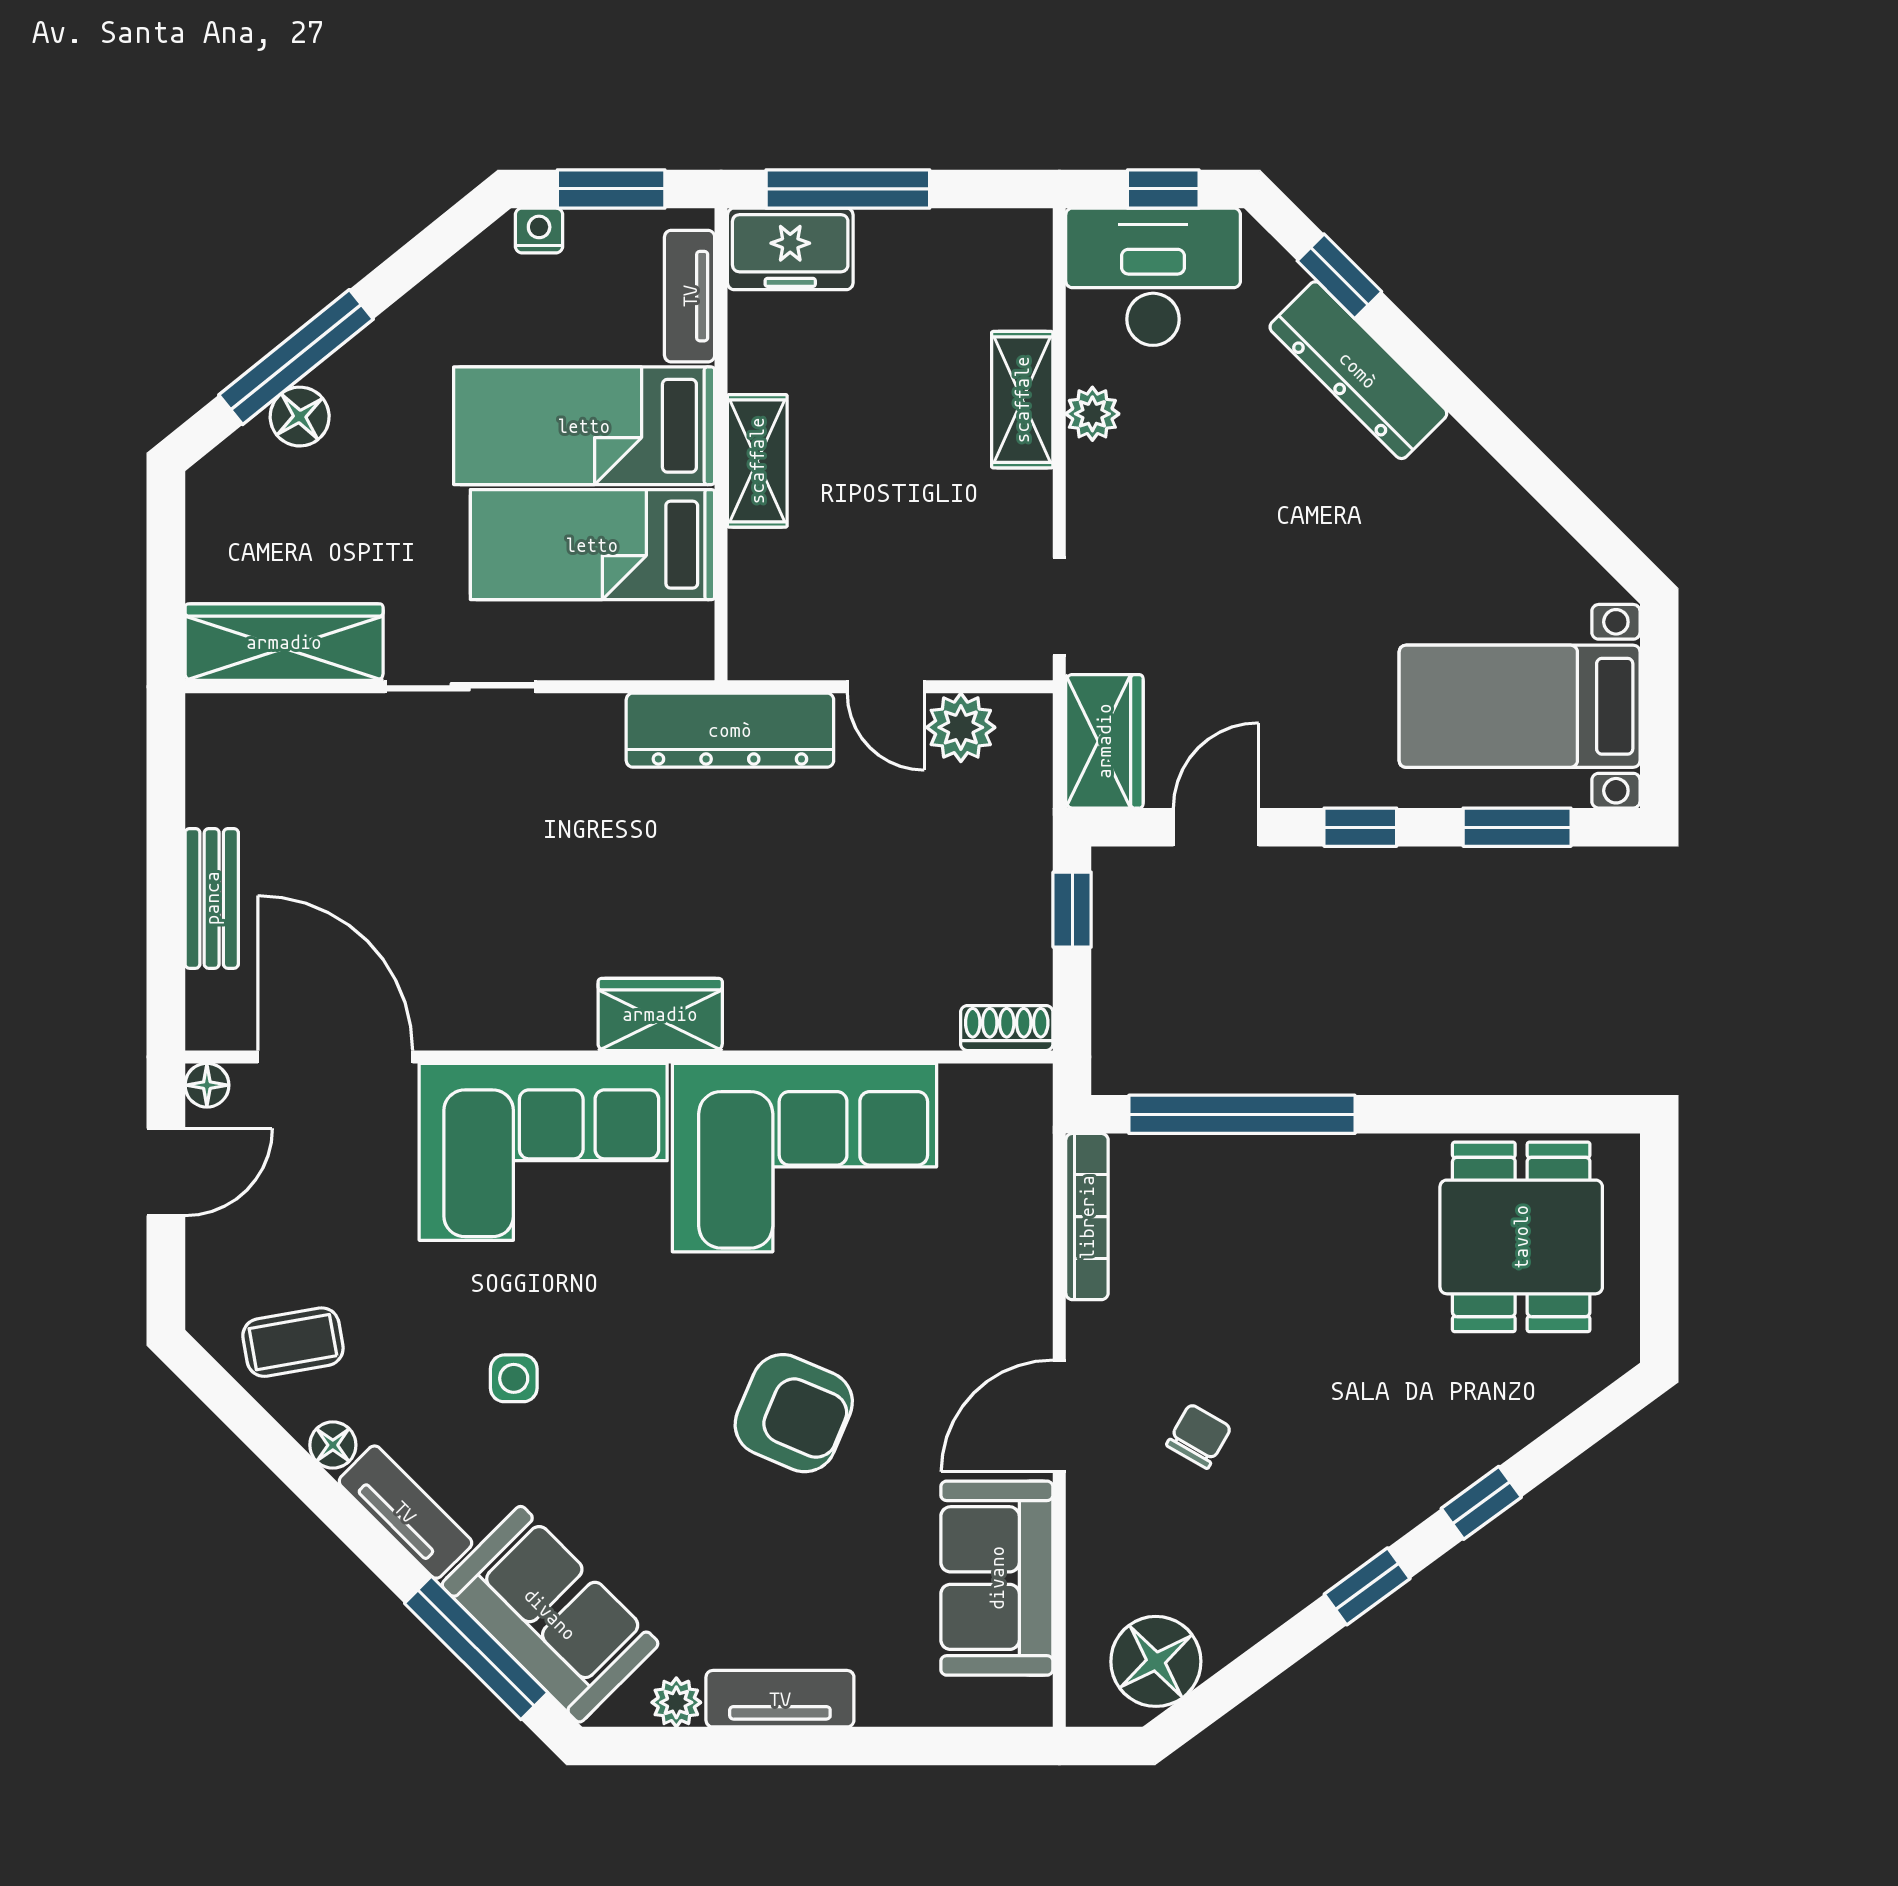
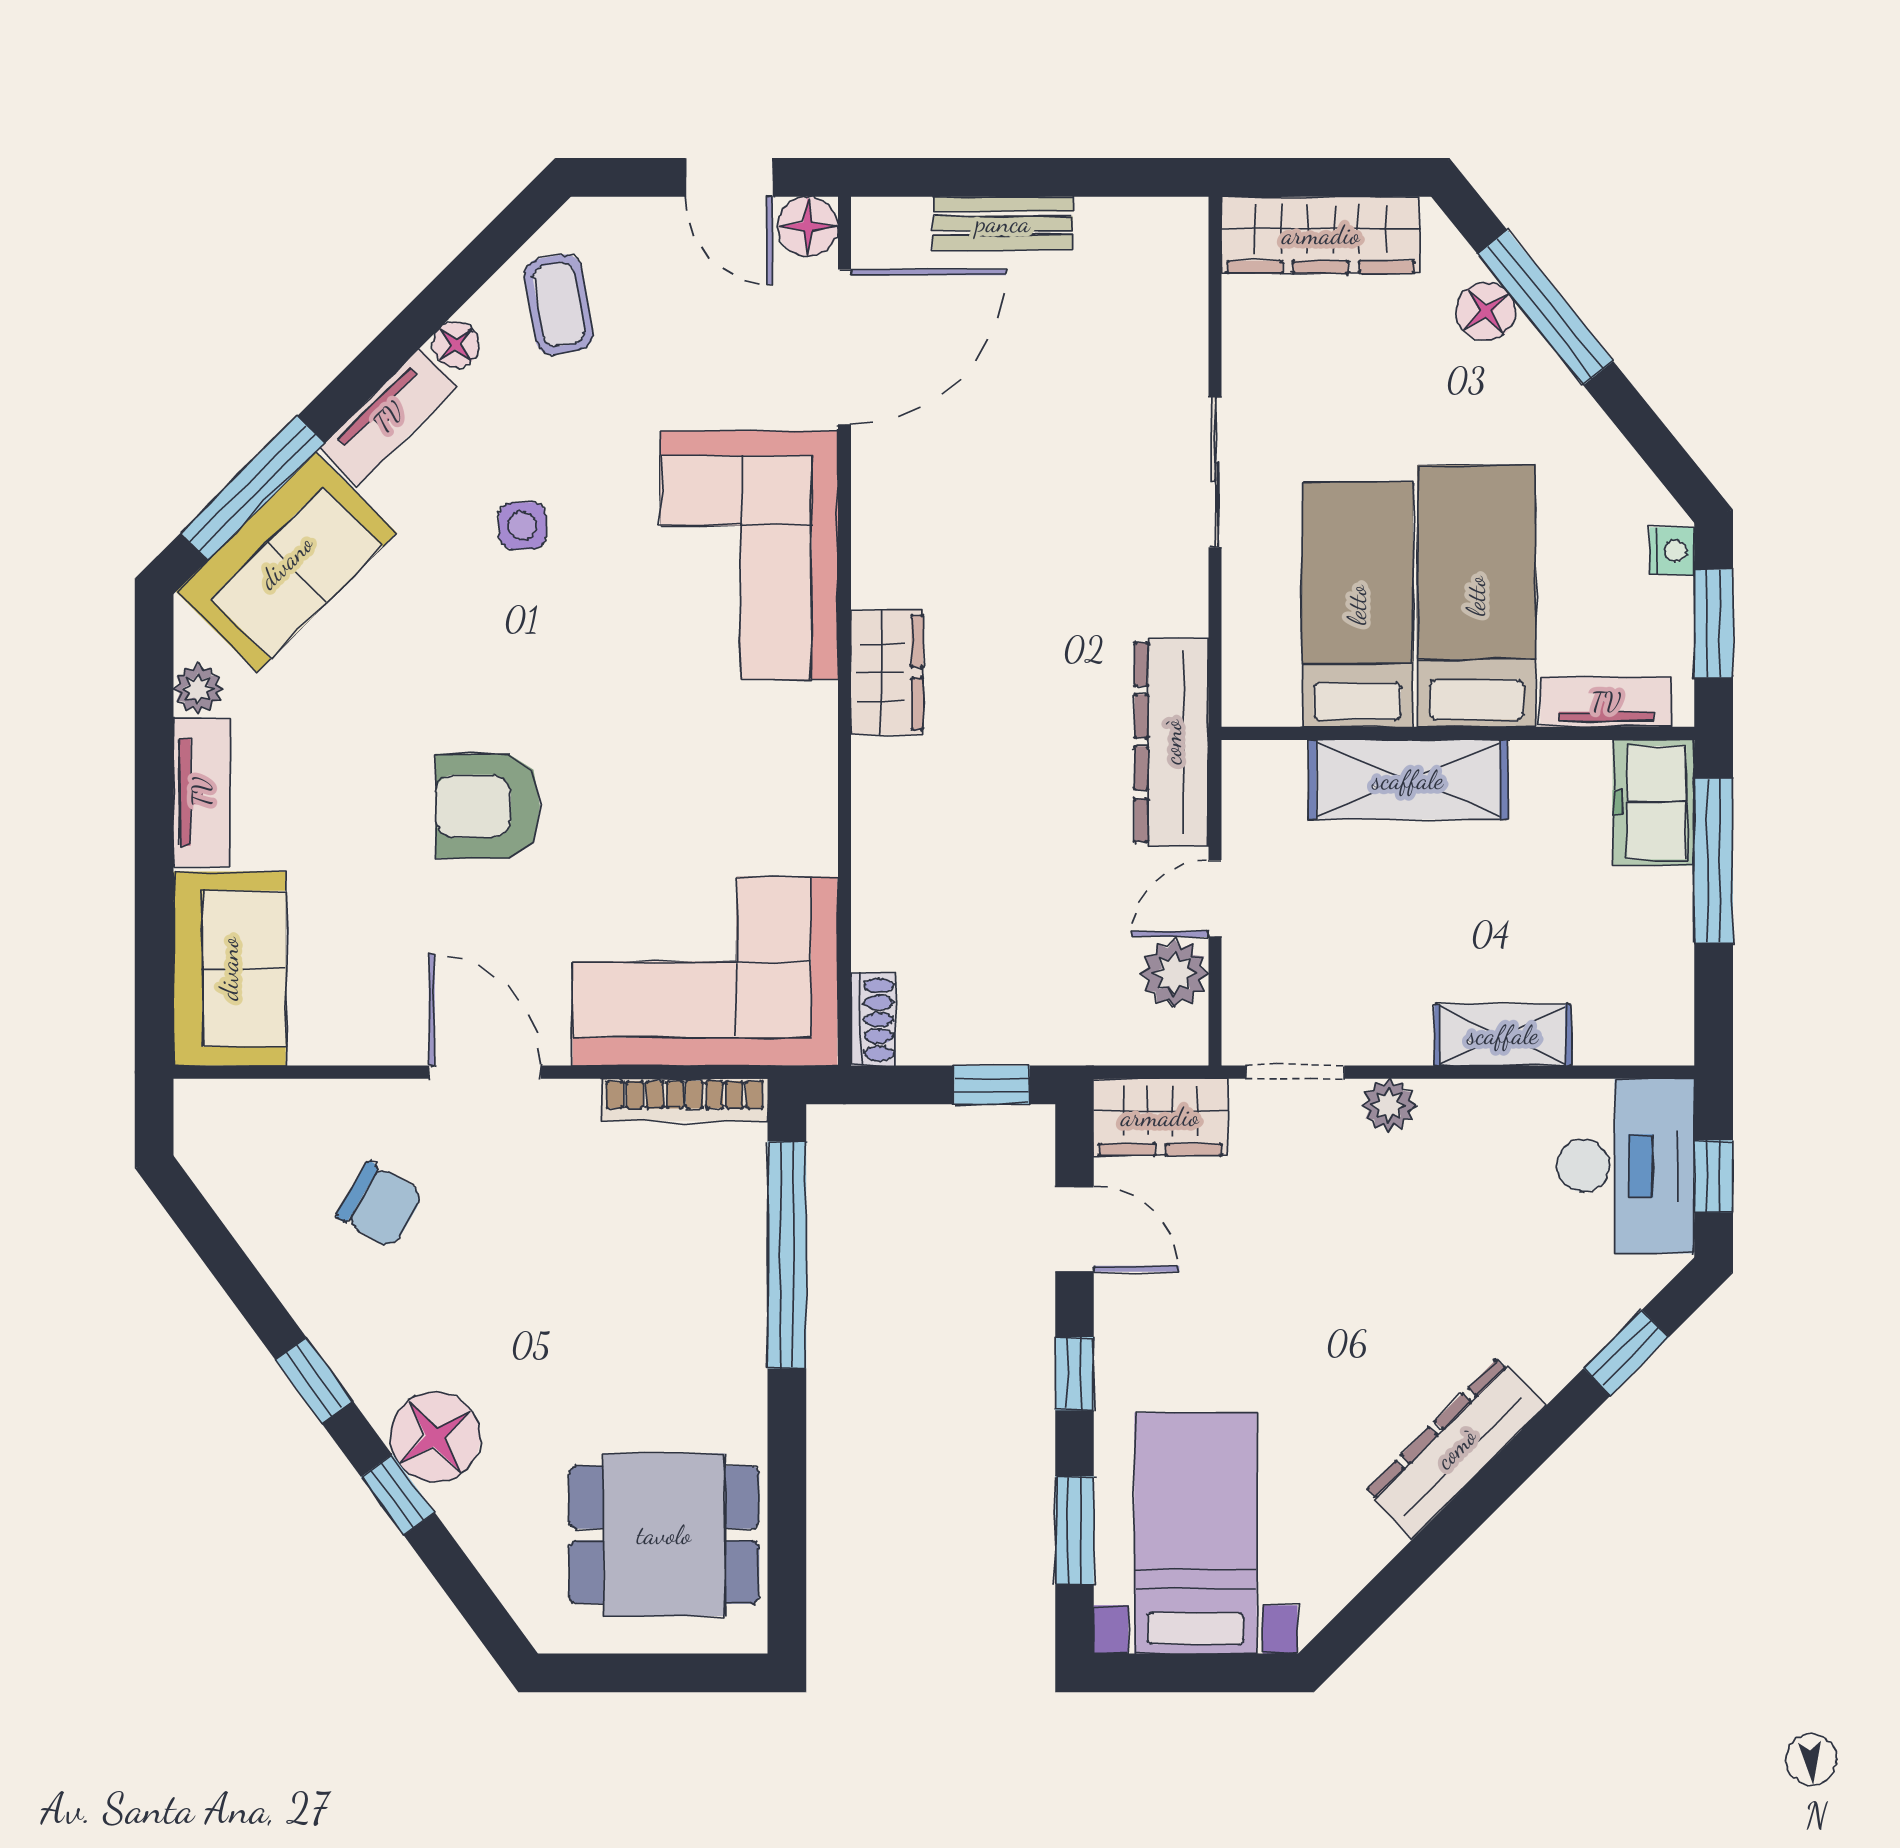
dresser: (1358, 370) -> (1456, 1448), moved
plant: (1092, 414) -> (1389, 1105), moved
shelving: (757, 461) -> (1408, 780), width x1.50, depth x1.33
wardrobe: (284, 642) -> (1321, 235), moved, turned 90
floor lamp: (207, 1085) -> (808, 227), width x1.37, depth x1.37
corner sofa: (804, 1158) -> (705, 971), moved, turned 90
armchair: (794, 1413) -> (488, 806), turned 67
chair: (1199, 1436) -> (380, 1205), moved, width x1.37, depth x1.37
sofa: (997, 1578) -> (229, 969), moved, turned 90
floor lamp: (1156, 1661) -> (435, 1437), moved

